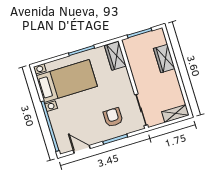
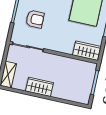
wardrobe: (164, 59) -> (39, 87), moved

